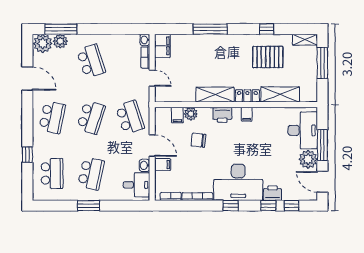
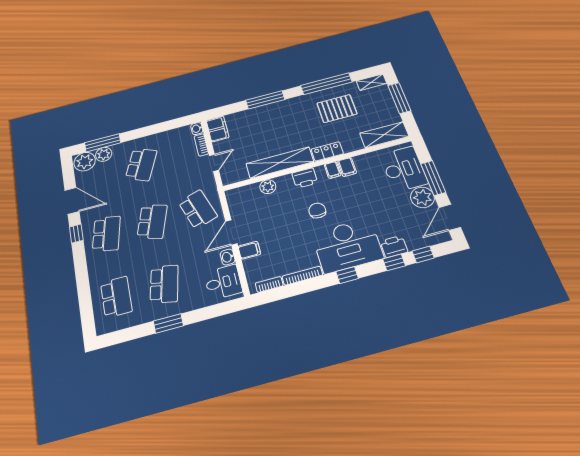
window: (267, 29) -> (326, 84), width x3.17
school desk: (91, 61) -> (141, 164), turned 42
door: (152, 78) -> (214, 163), hinge flipped
shelving: (280, 94) -> (384, 135), moved
shelving: (215, 95) -> (280, 163), width x1.47
filing cabinet: (177, 115) -> (347, 167), moved
chair: (199, 140) -> (317, 211), moved, turned 84
door: (152, 145) -> (231, 232), swing flipped
window: (27, 155) -> (76, 234), moved
door: (322, 182) -> (450, 217), hinge flipped

